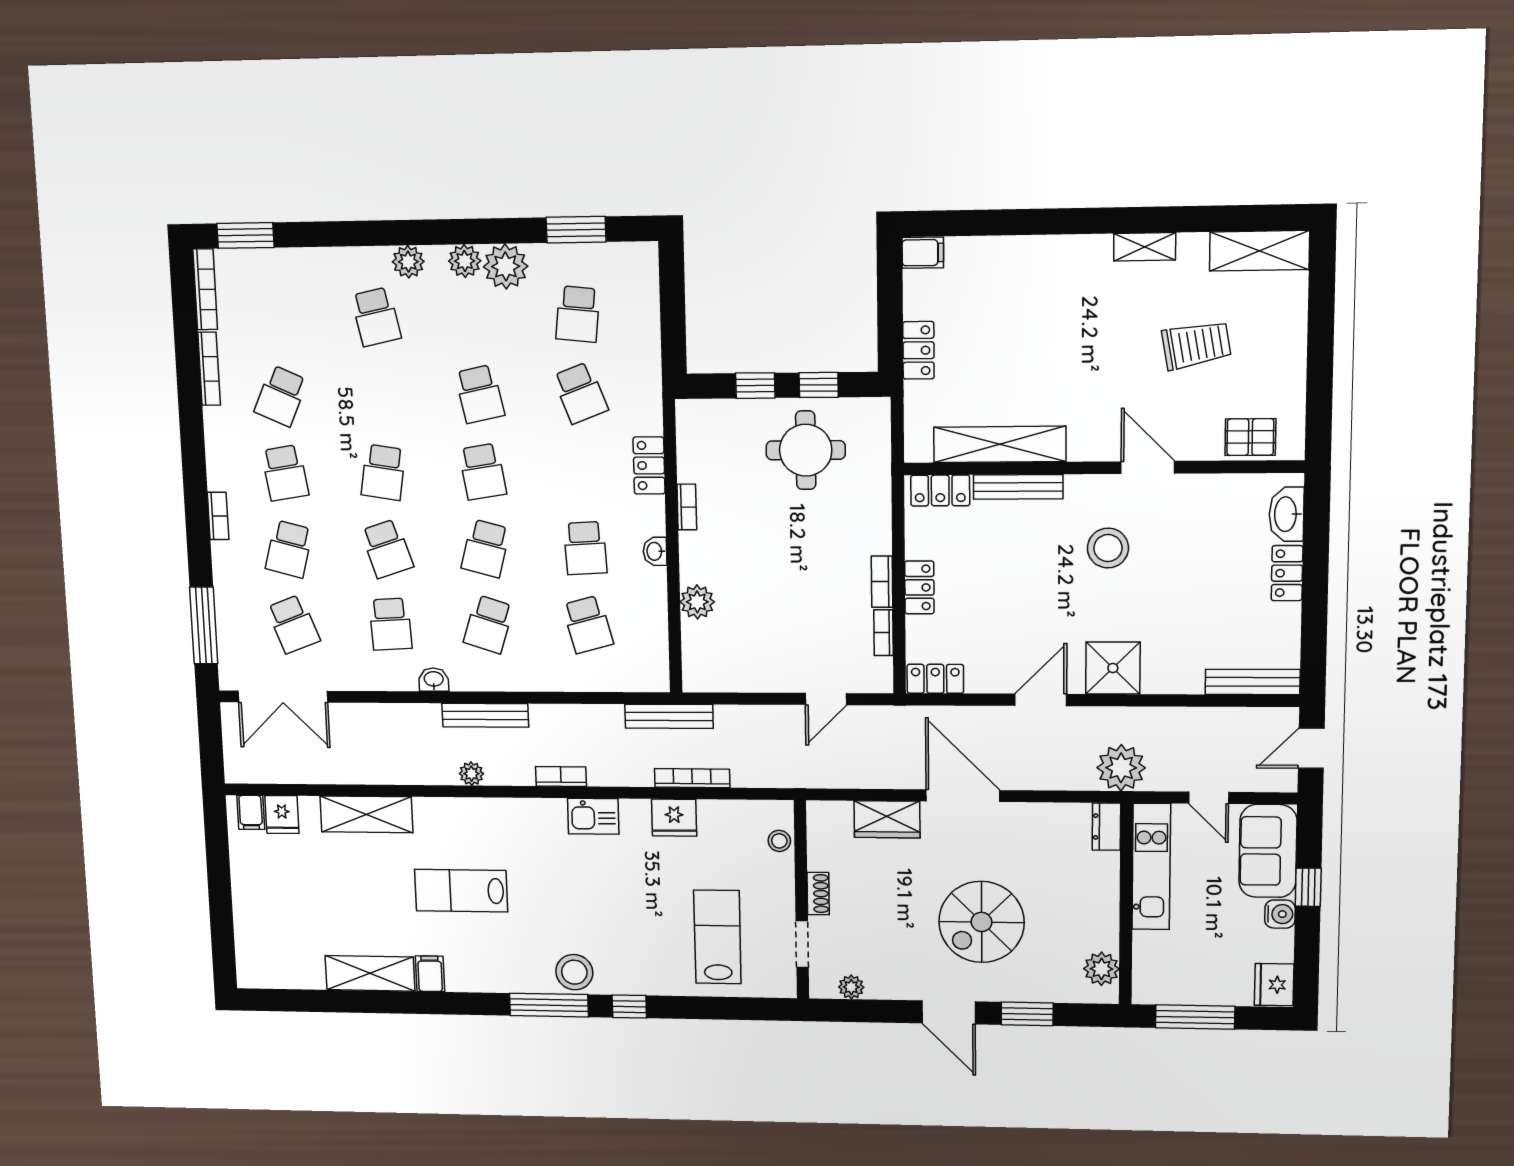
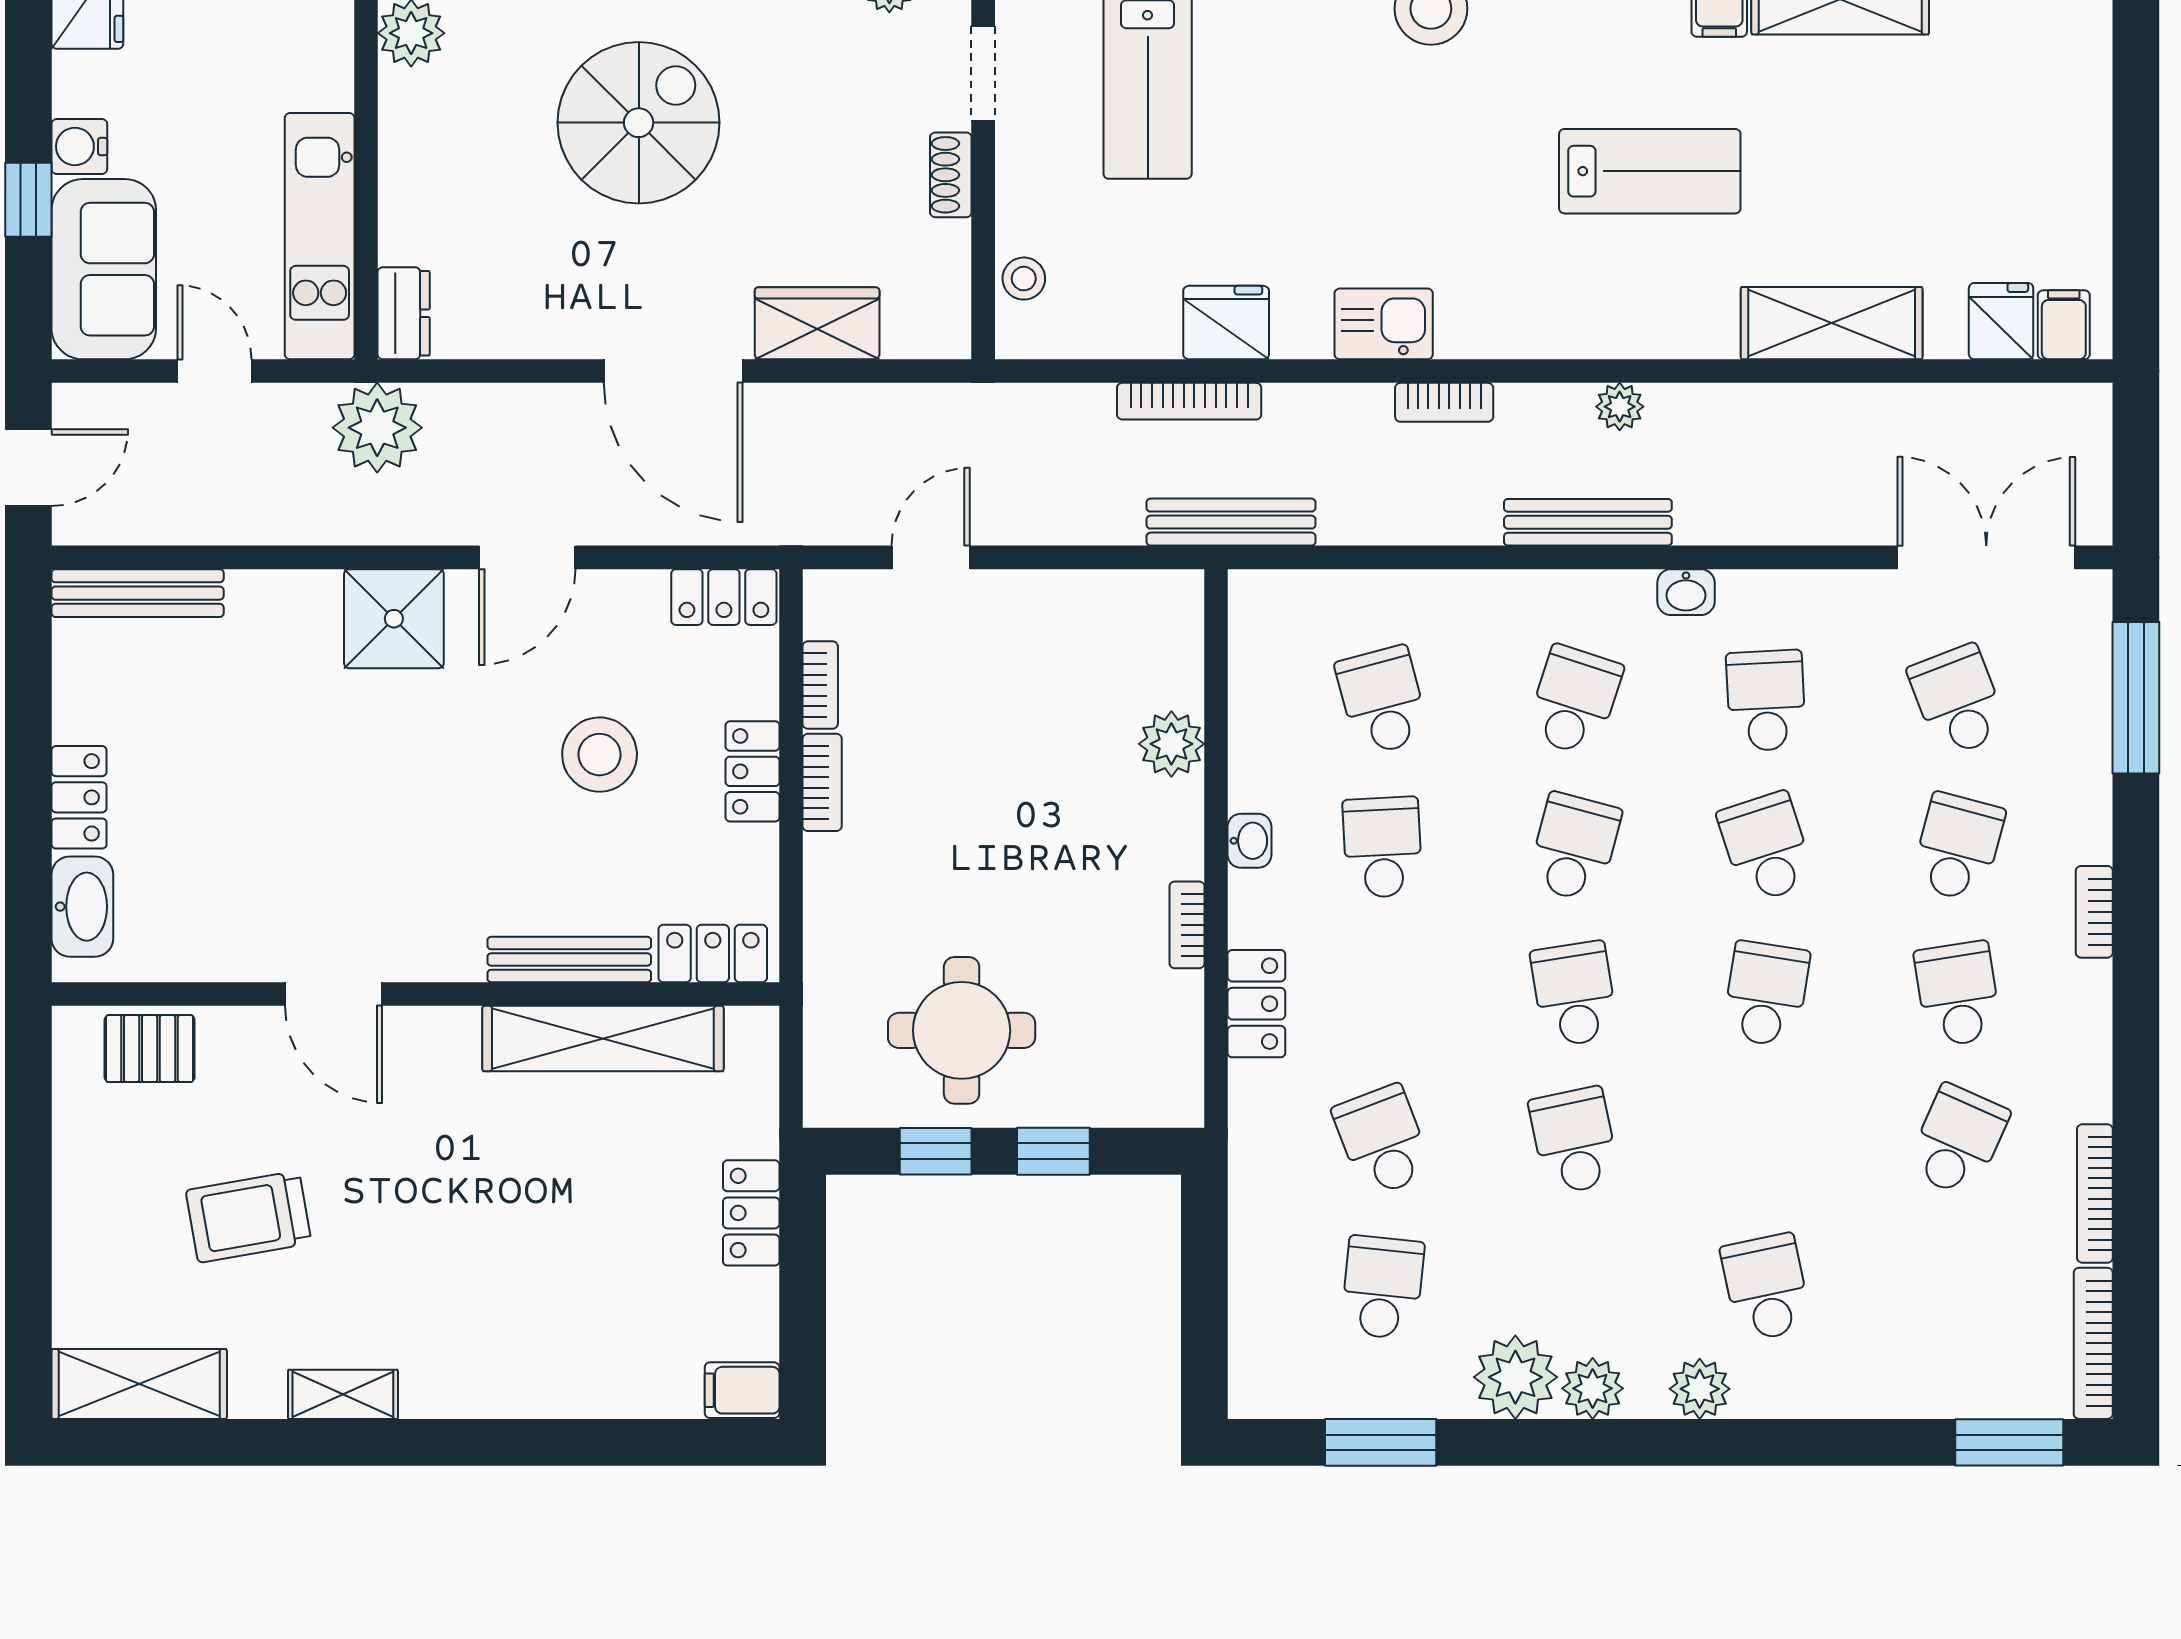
stool: (1108, 548) -> (600, 755), moved

